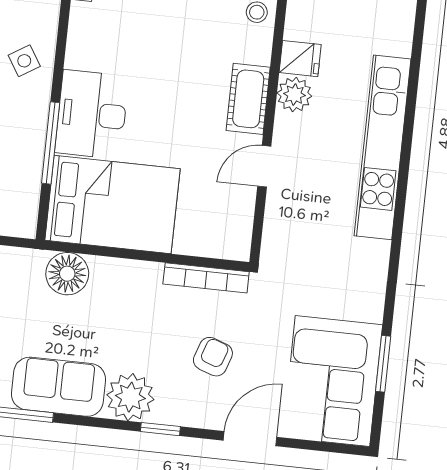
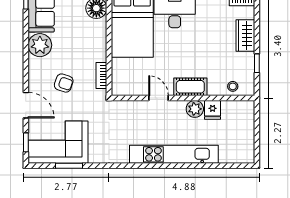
bookcase: (206, 278) -> (101, 76), width x0.64
window: (160, 429) -> (26, 142), moved

